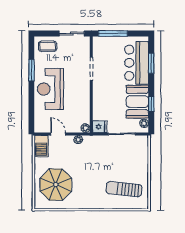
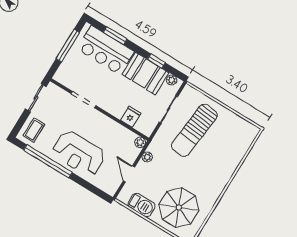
window: (113, 34) -> (68, 46), moved
window: (31, 70) -> (48, 161), width x2.11
fridge: (100, 127) -> (131, 117), moved
door: (58, 134) -> (129, 174), hinge flipped
barbecue: (41, 146) -> (142, 205), moved
sun lounger: (124, 189) -> (194, 130), moved, width x1.36, depth x1.34

